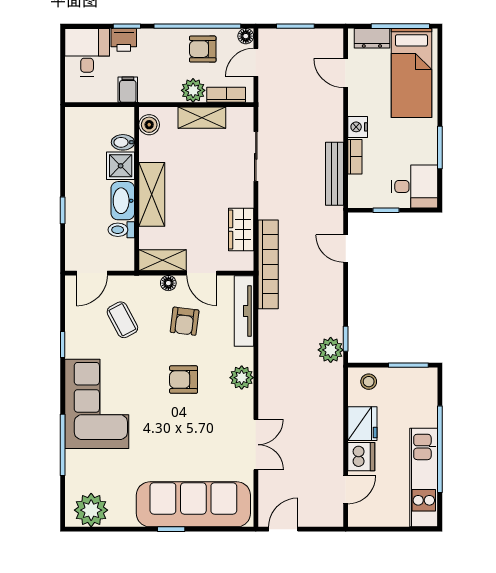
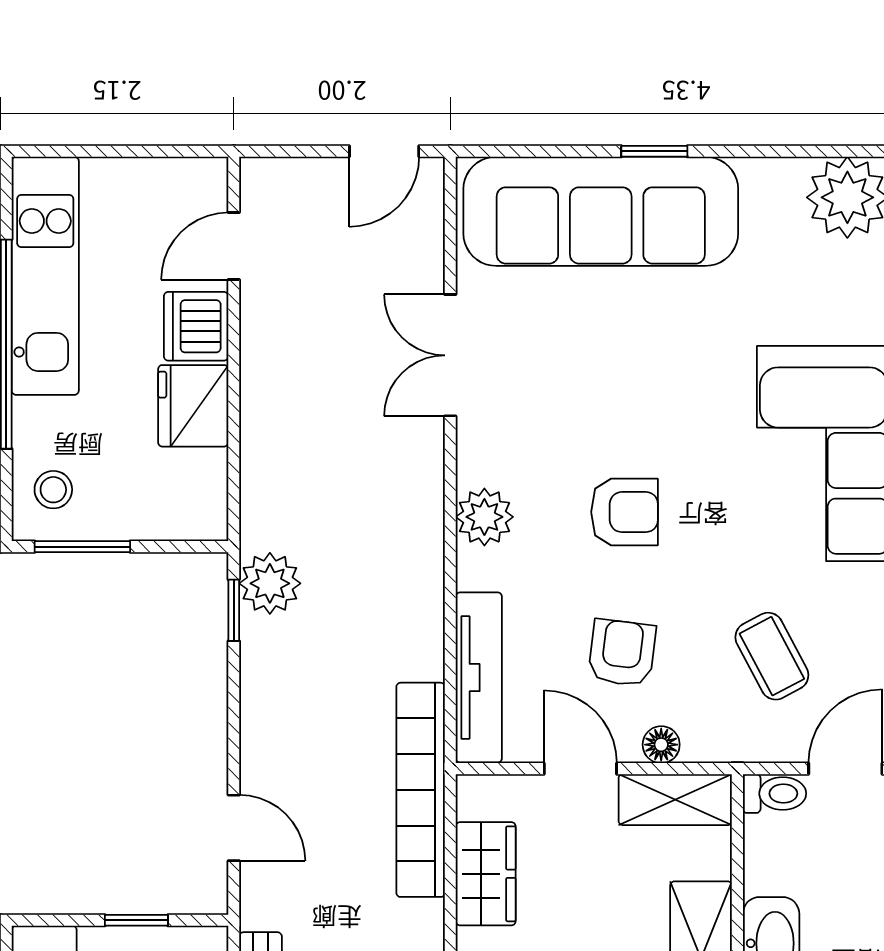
toilet: (121, 230) -> (774, 794), moved
stool: (369, 382) -> (53, 490), moved

